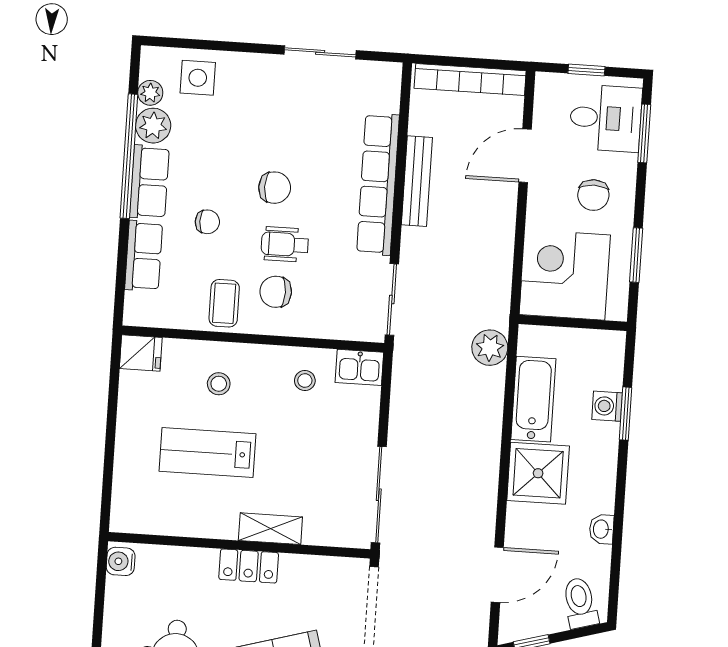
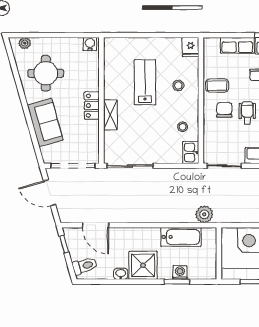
shower: (538, 473) -> (143, 265), moved

